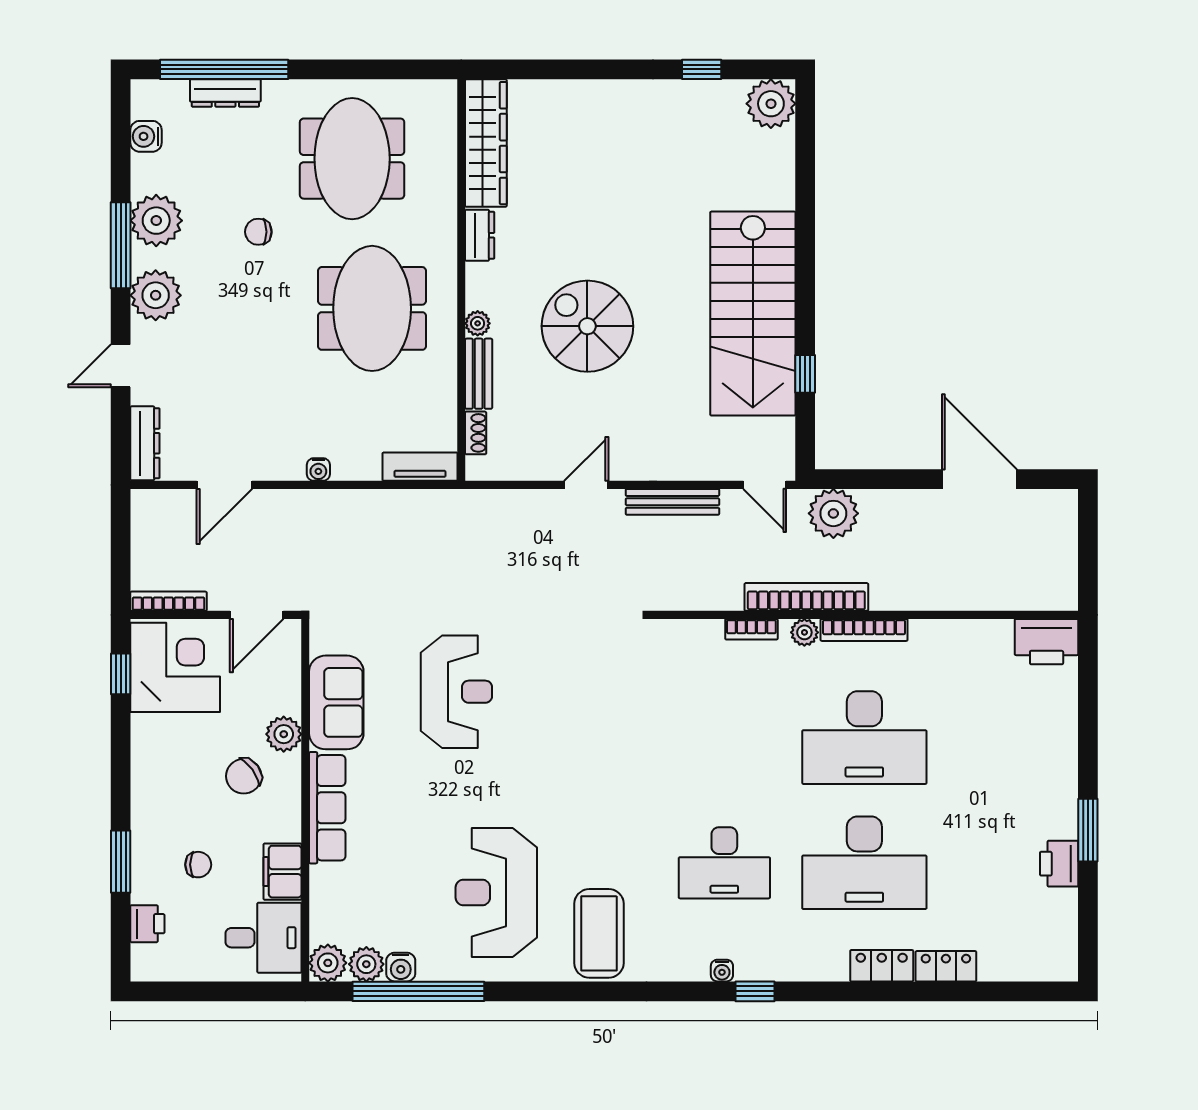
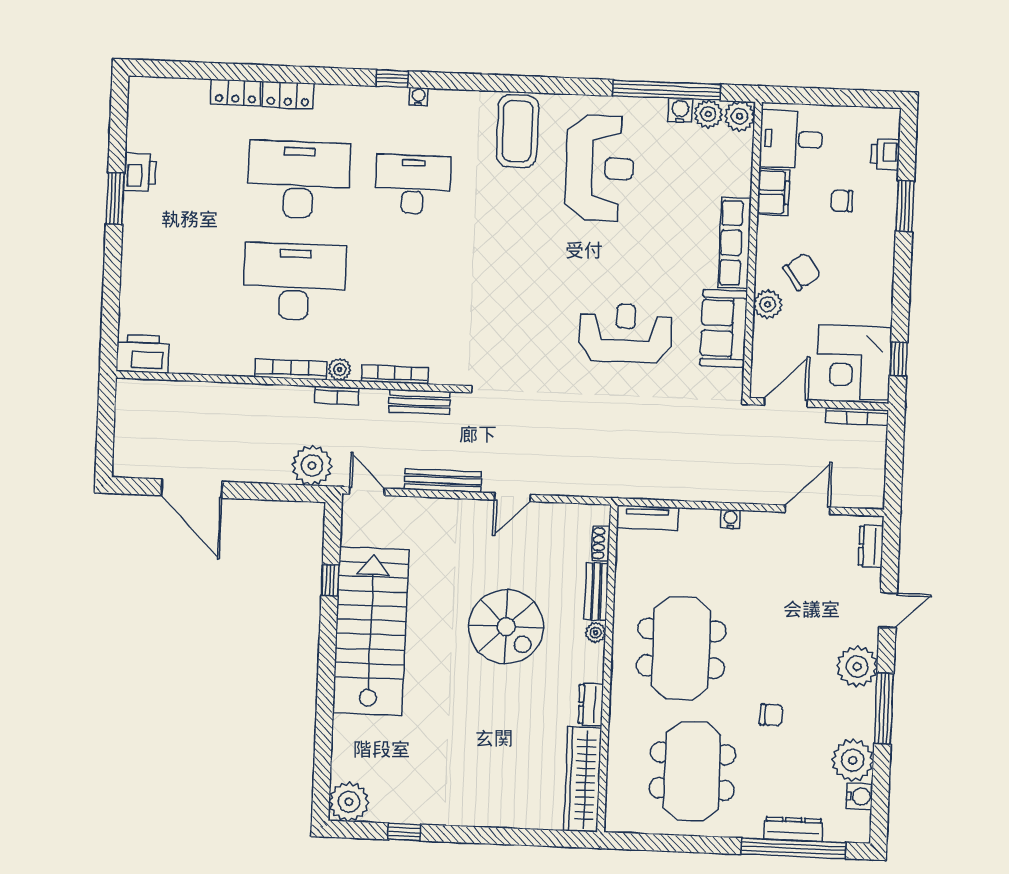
plant: (156, 221) -> (853, 760), moved
dresser: (145, 443) -> (871, 546), width x0.70
bench: (705, 597) -> (419, 402), added
bookcase: (806, 597) -> (337, 396), width x0.43, depth x0.76
bookcase: (751, 629) -> (395, 374), width x1.56
reception desk: (456, 692) -> (625, 333), turned 90

